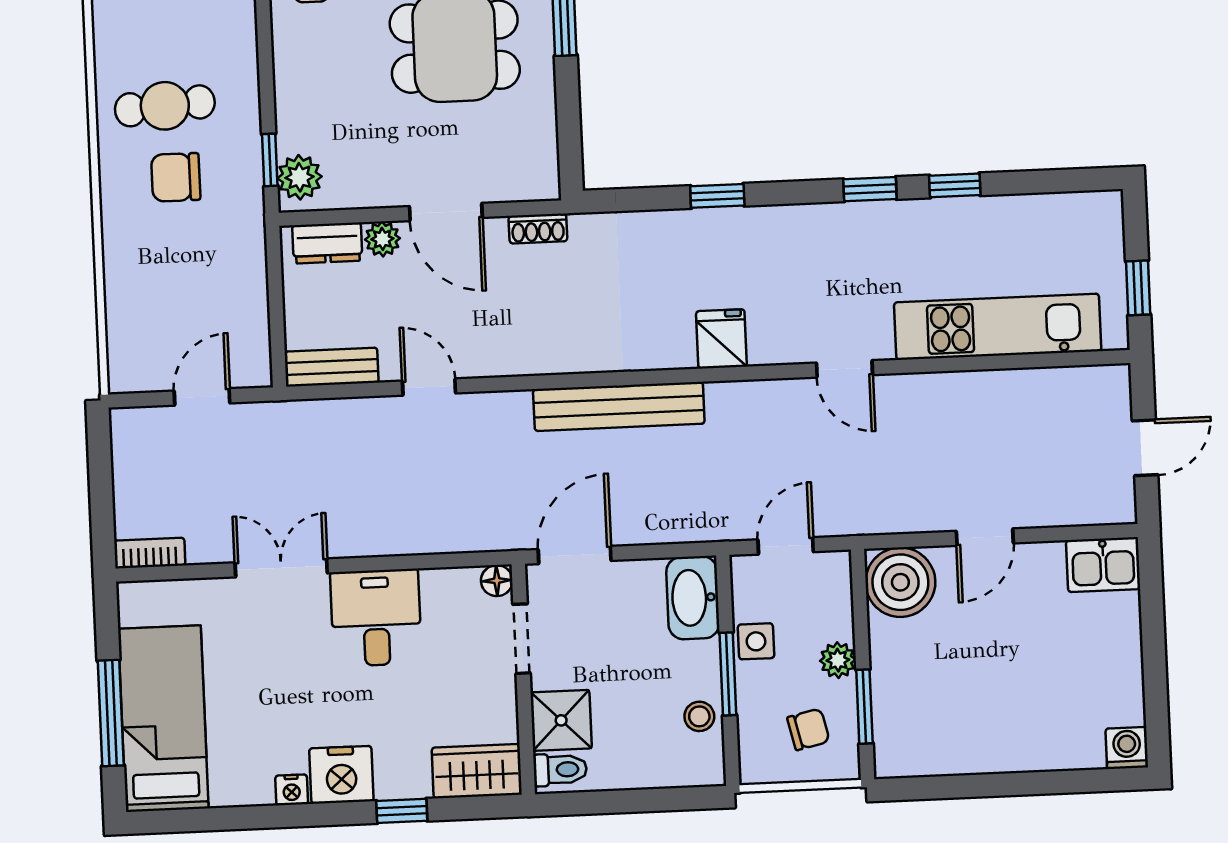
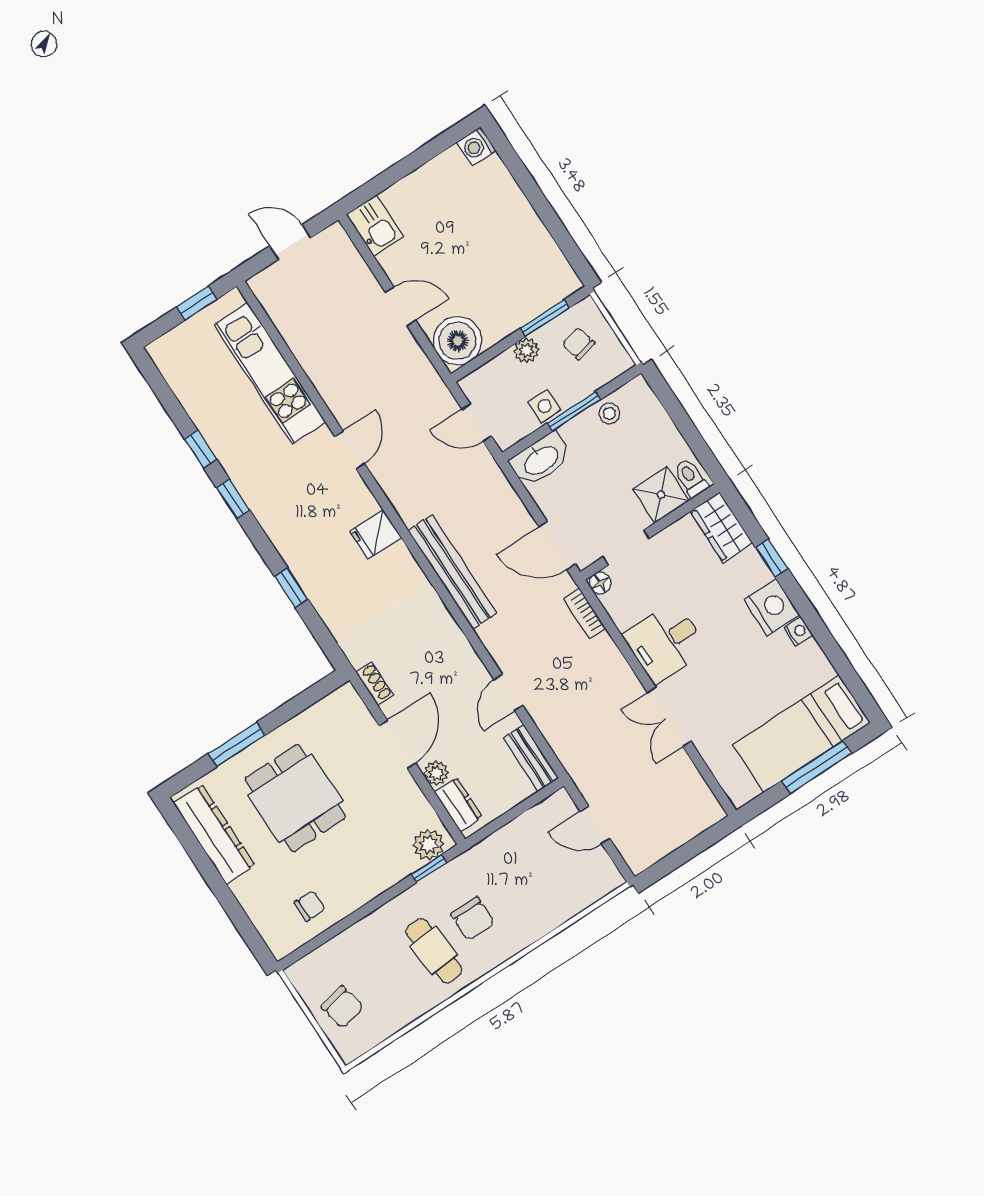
bookcase: (150, 553) -> (584, 613), moved

